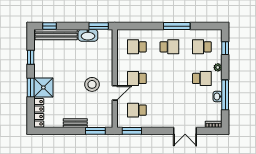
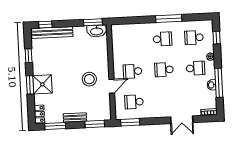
washbasin: (88, 35) -> (97, 31), moved
school desk: (137, 47) -> (164, 70), moved
locker: (39, 113) -> (39, 114), width x0.66
window: (55, 131) -> (55, 126), added

